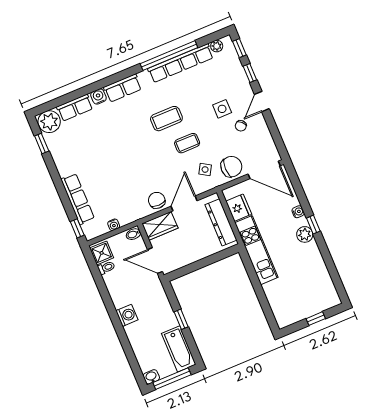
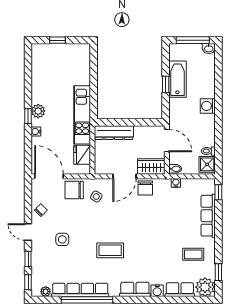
door: (262, 102) -> (28, 232), swing flipped
chair: (241, 126) -> (41, 210), moved
coffee table: (187, 143) -> (193, 254), moved
dresser: (221, 222) -> (114, 133), moved, turned 90
water cooler: (114, 225) -> (176, 183), moved
bathtub: (179, 349) -> (177, 79), moved

